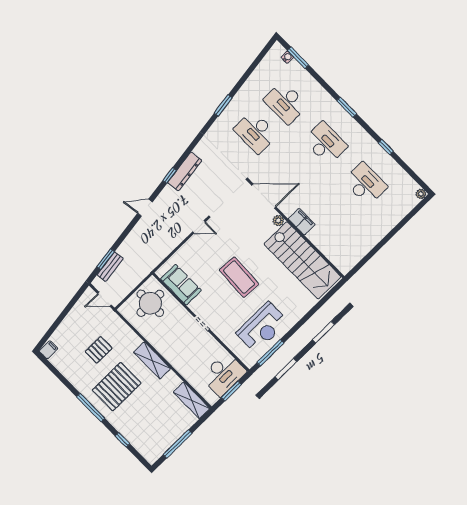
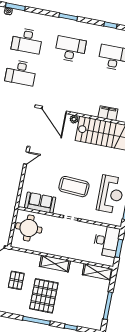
door: (264, 196) -> (54, 110), swing flipped
filing cabinet: (302, 222) -> (108, 113), moved
coffee table: (239, 277) -> (74, 187), moved

